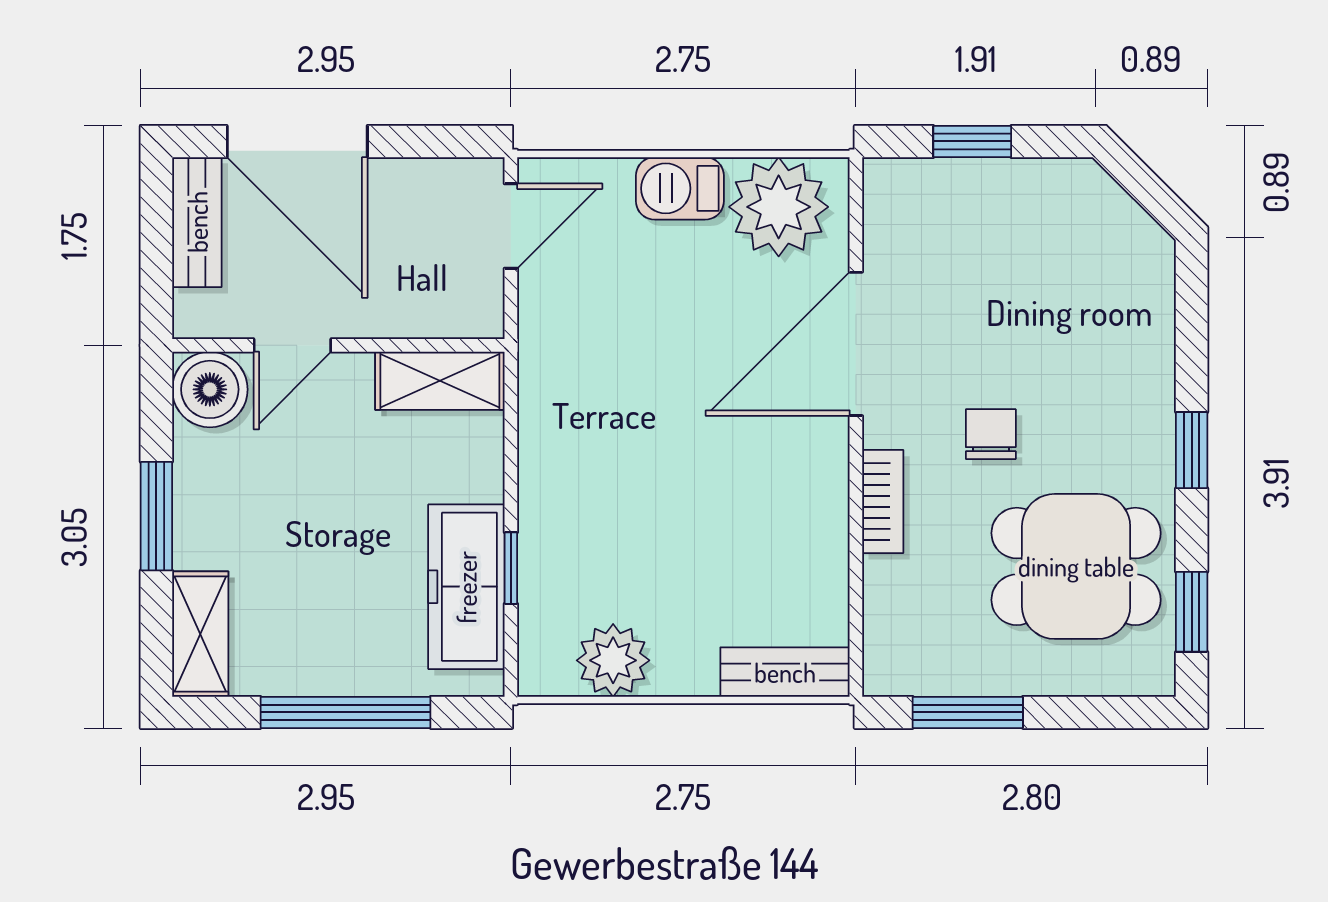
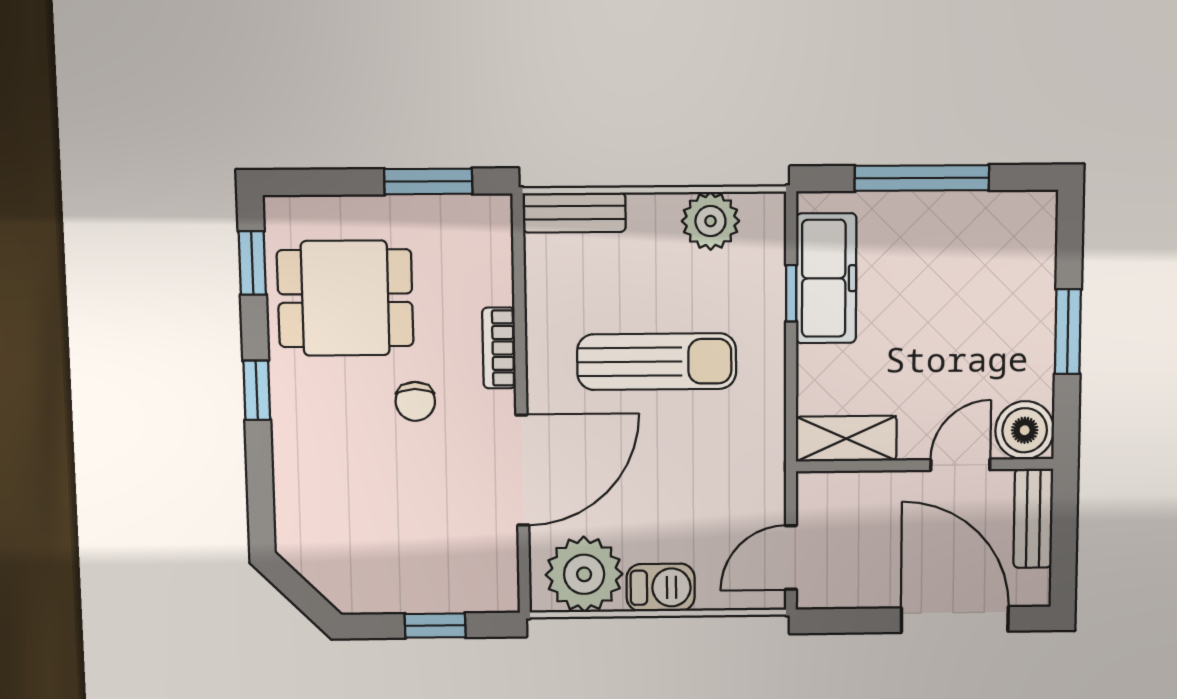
bench: (197, 222) -> (1033, 518), moved
sun lounger: (682, 482) -> (657, 362), added
shelving: (200, 634) -> (1035, 239), removed

